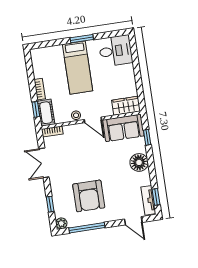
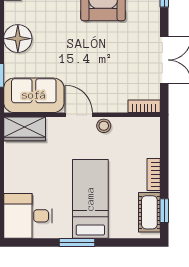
window: (36, 109) -> (164, 211), moved
cot: (46, 113) -> (149, 212), moved

